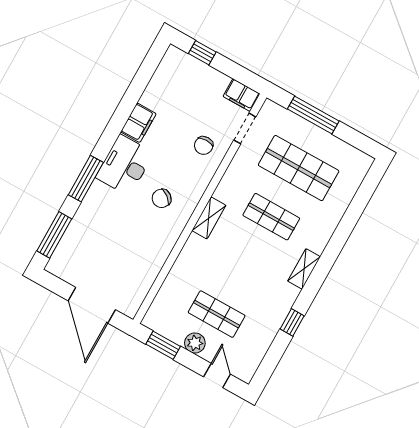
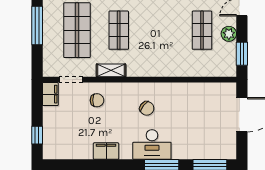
window: (313, 115) -> (37, 26), moved
desk: (125, 165) -> (152, 144), moved
shelving: (209, 218) -> (111, 70), moved

